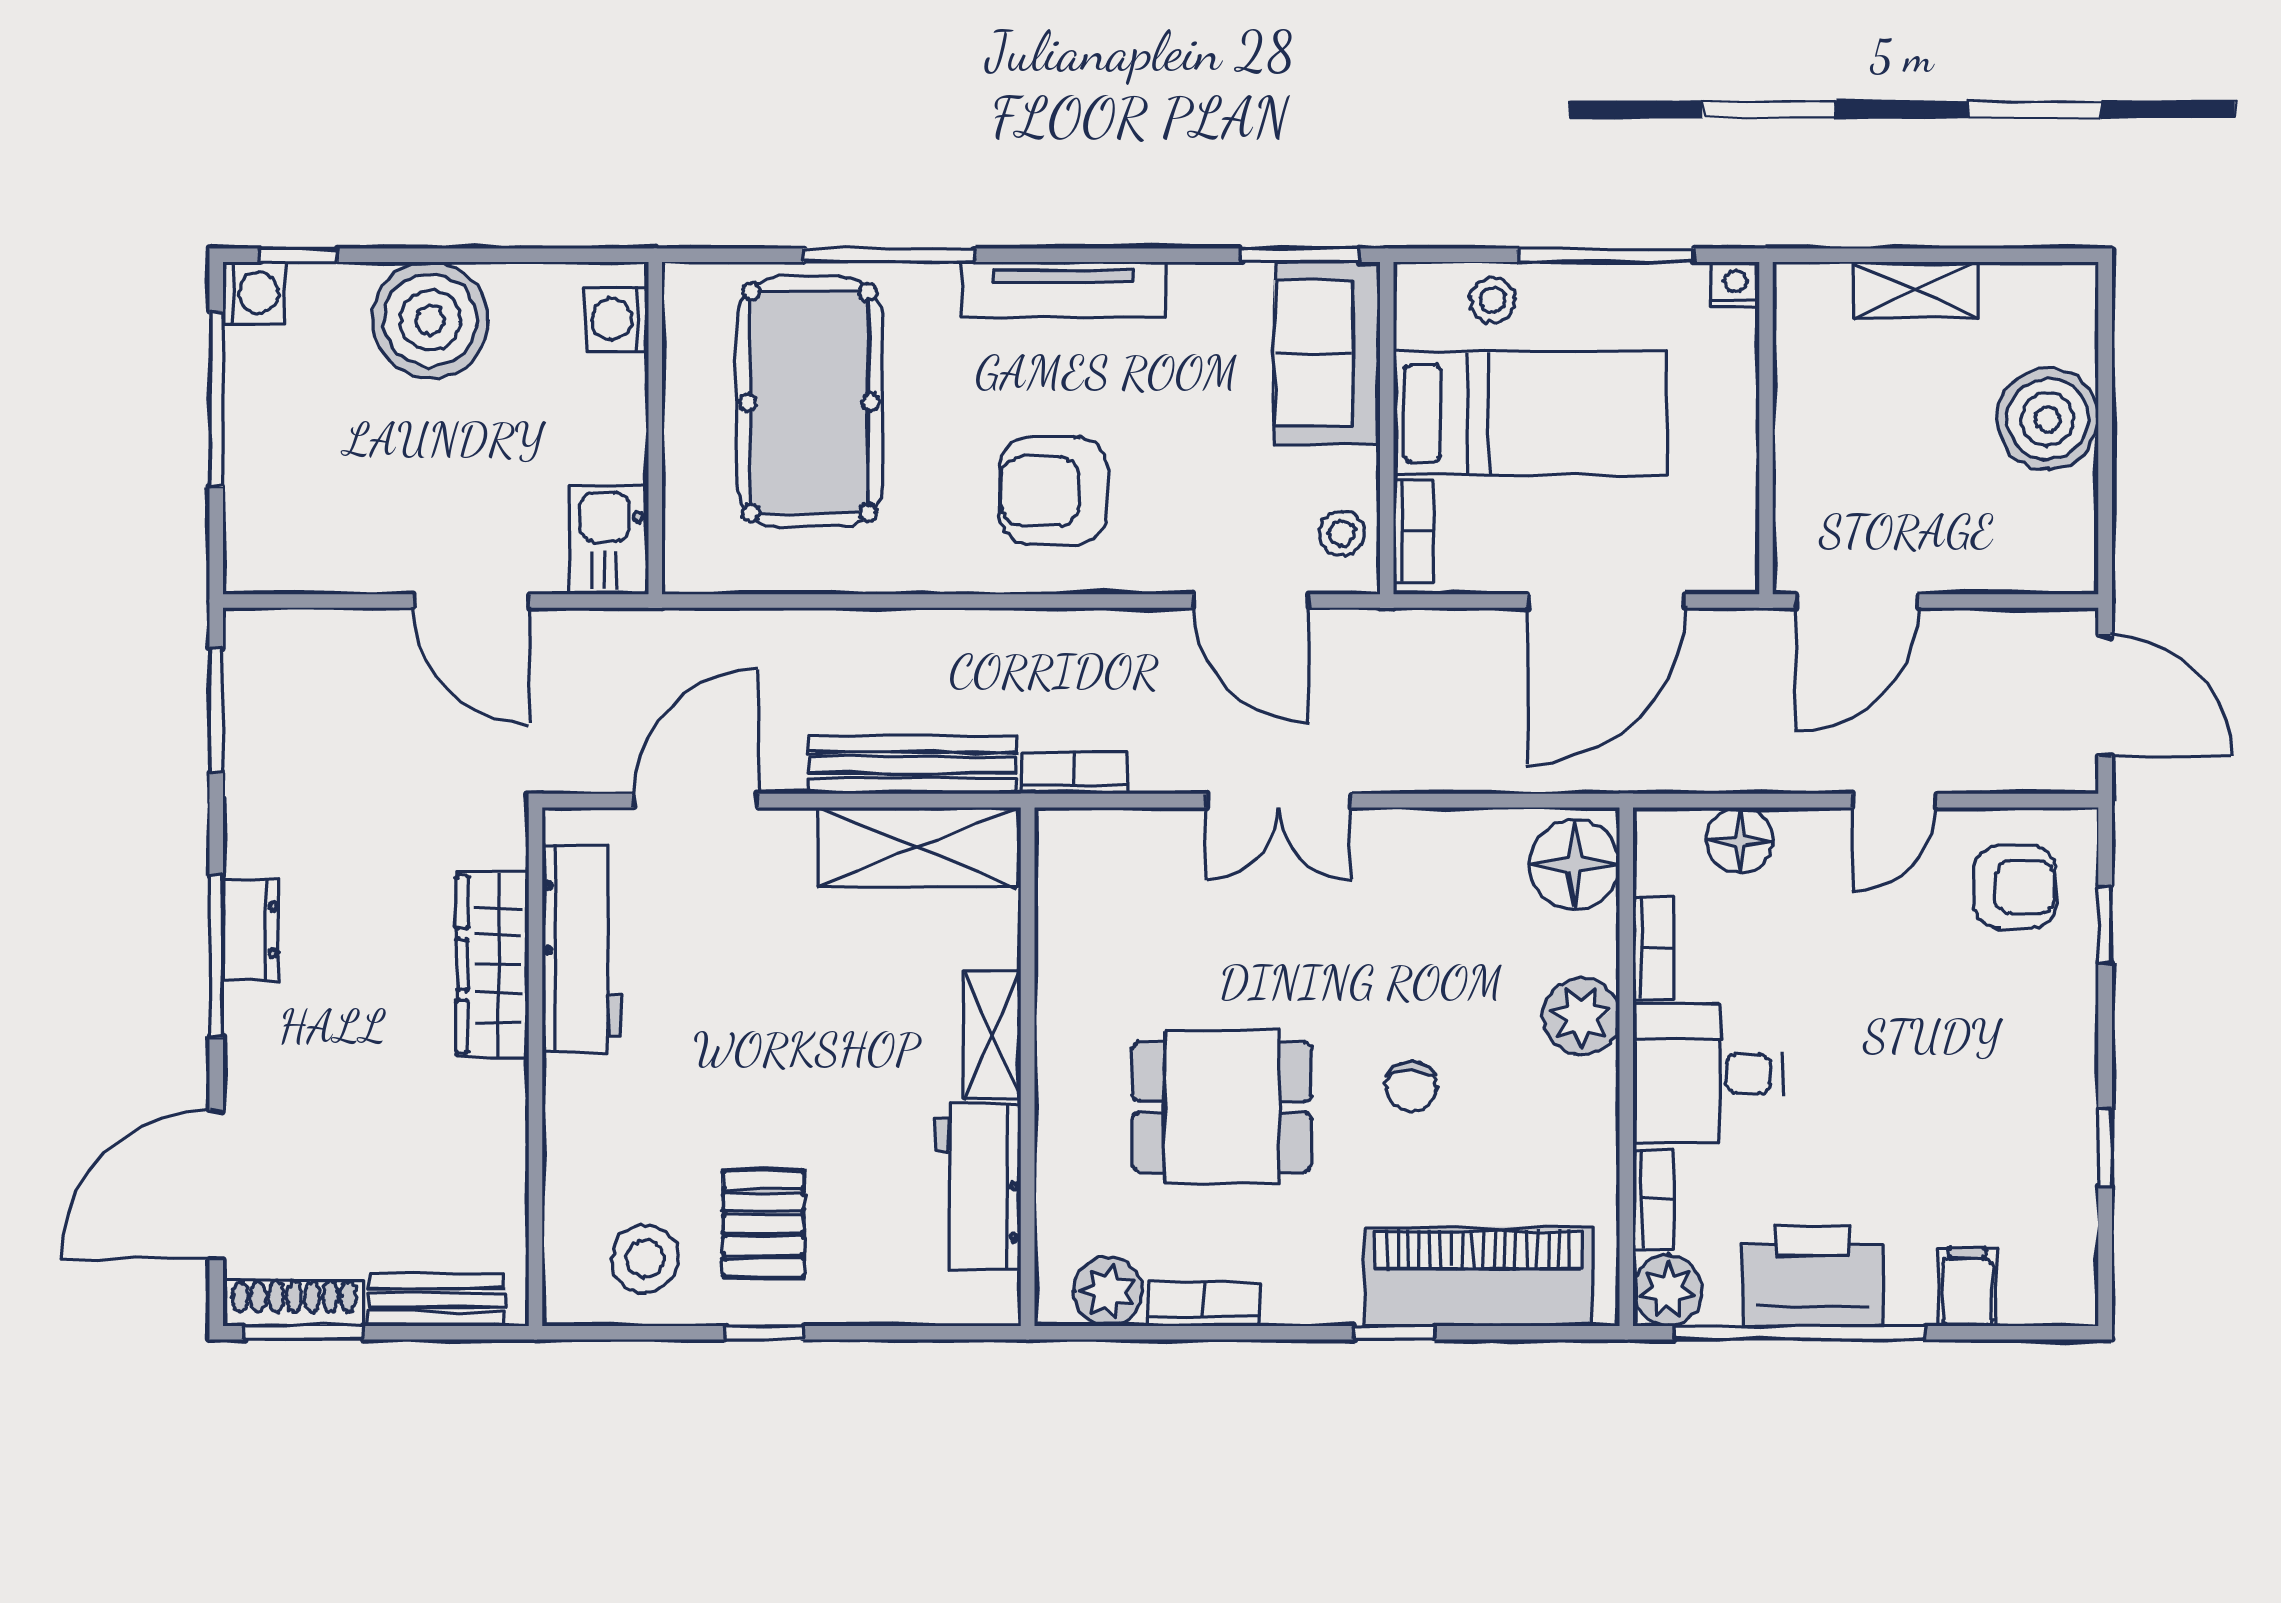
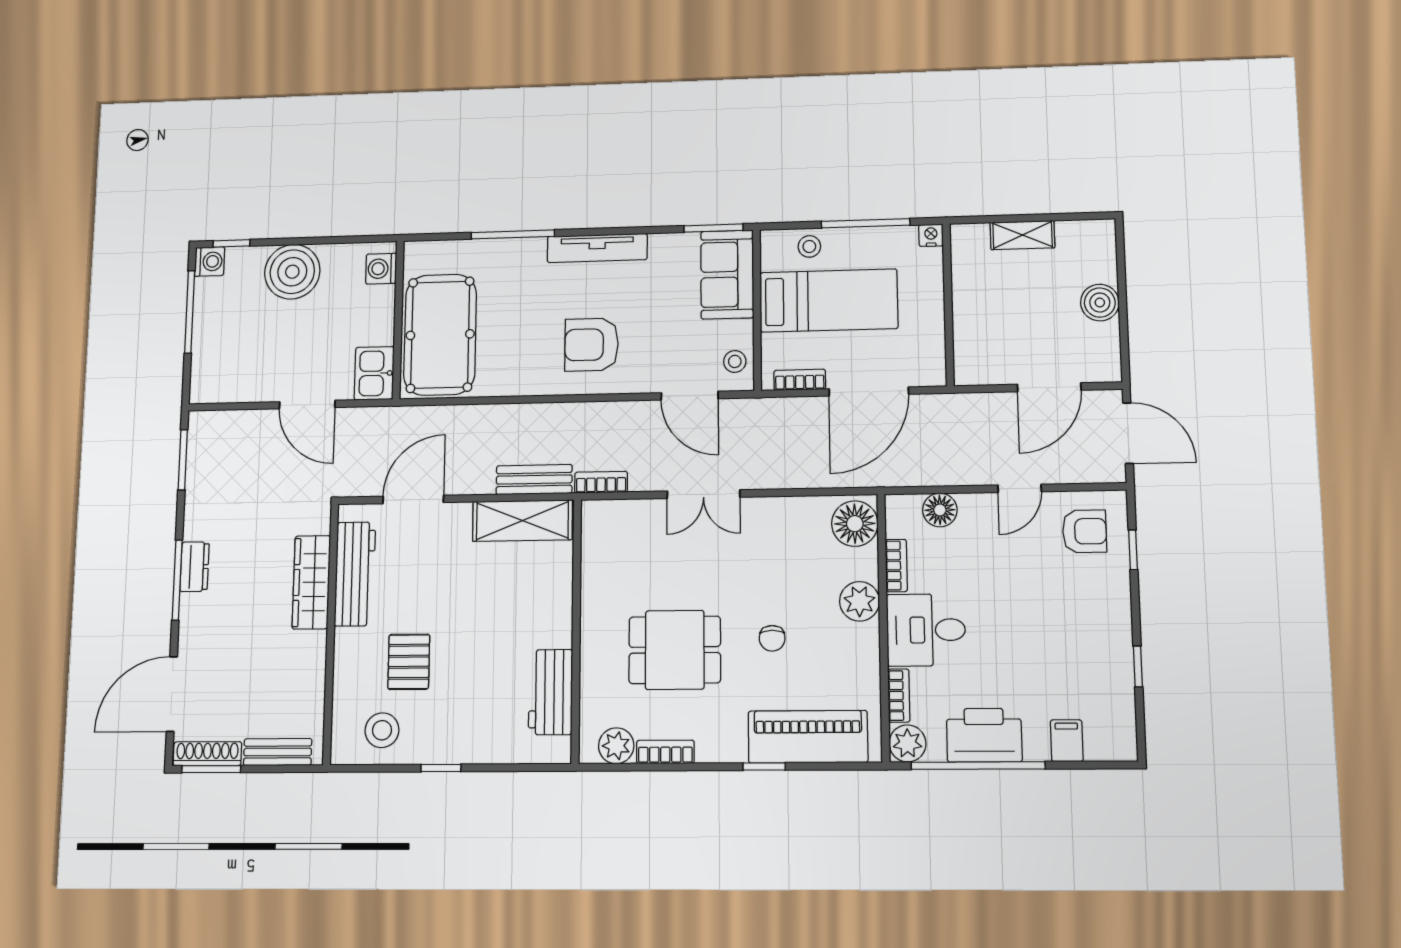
pool table: (809, 402) -> (440, 335), moved
boiler: (2048, 419) -> (1100, 303), width x0.73, depth x0.73
bookcase: (1414, 531) -> (800, 380), moved, turned -90
door: (1857, 601) -> (1049, 387), moved
bench: (912, 765) -> (534, 480), width x0.73
shelving: (992, 1035) -> (558, 614), removed
pallet: (763, 1224) -> (409, 662), moved

